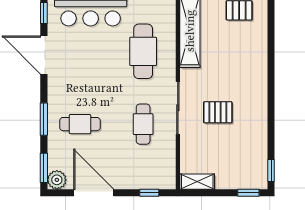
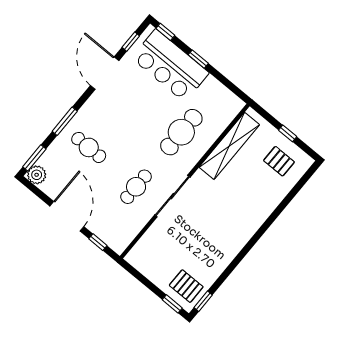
pallet: (218, 112) -> (186, 286), moved
shelving: (197, 182) -> (141, 264), removed
door: (94, 193) -> (67, 216), moved

